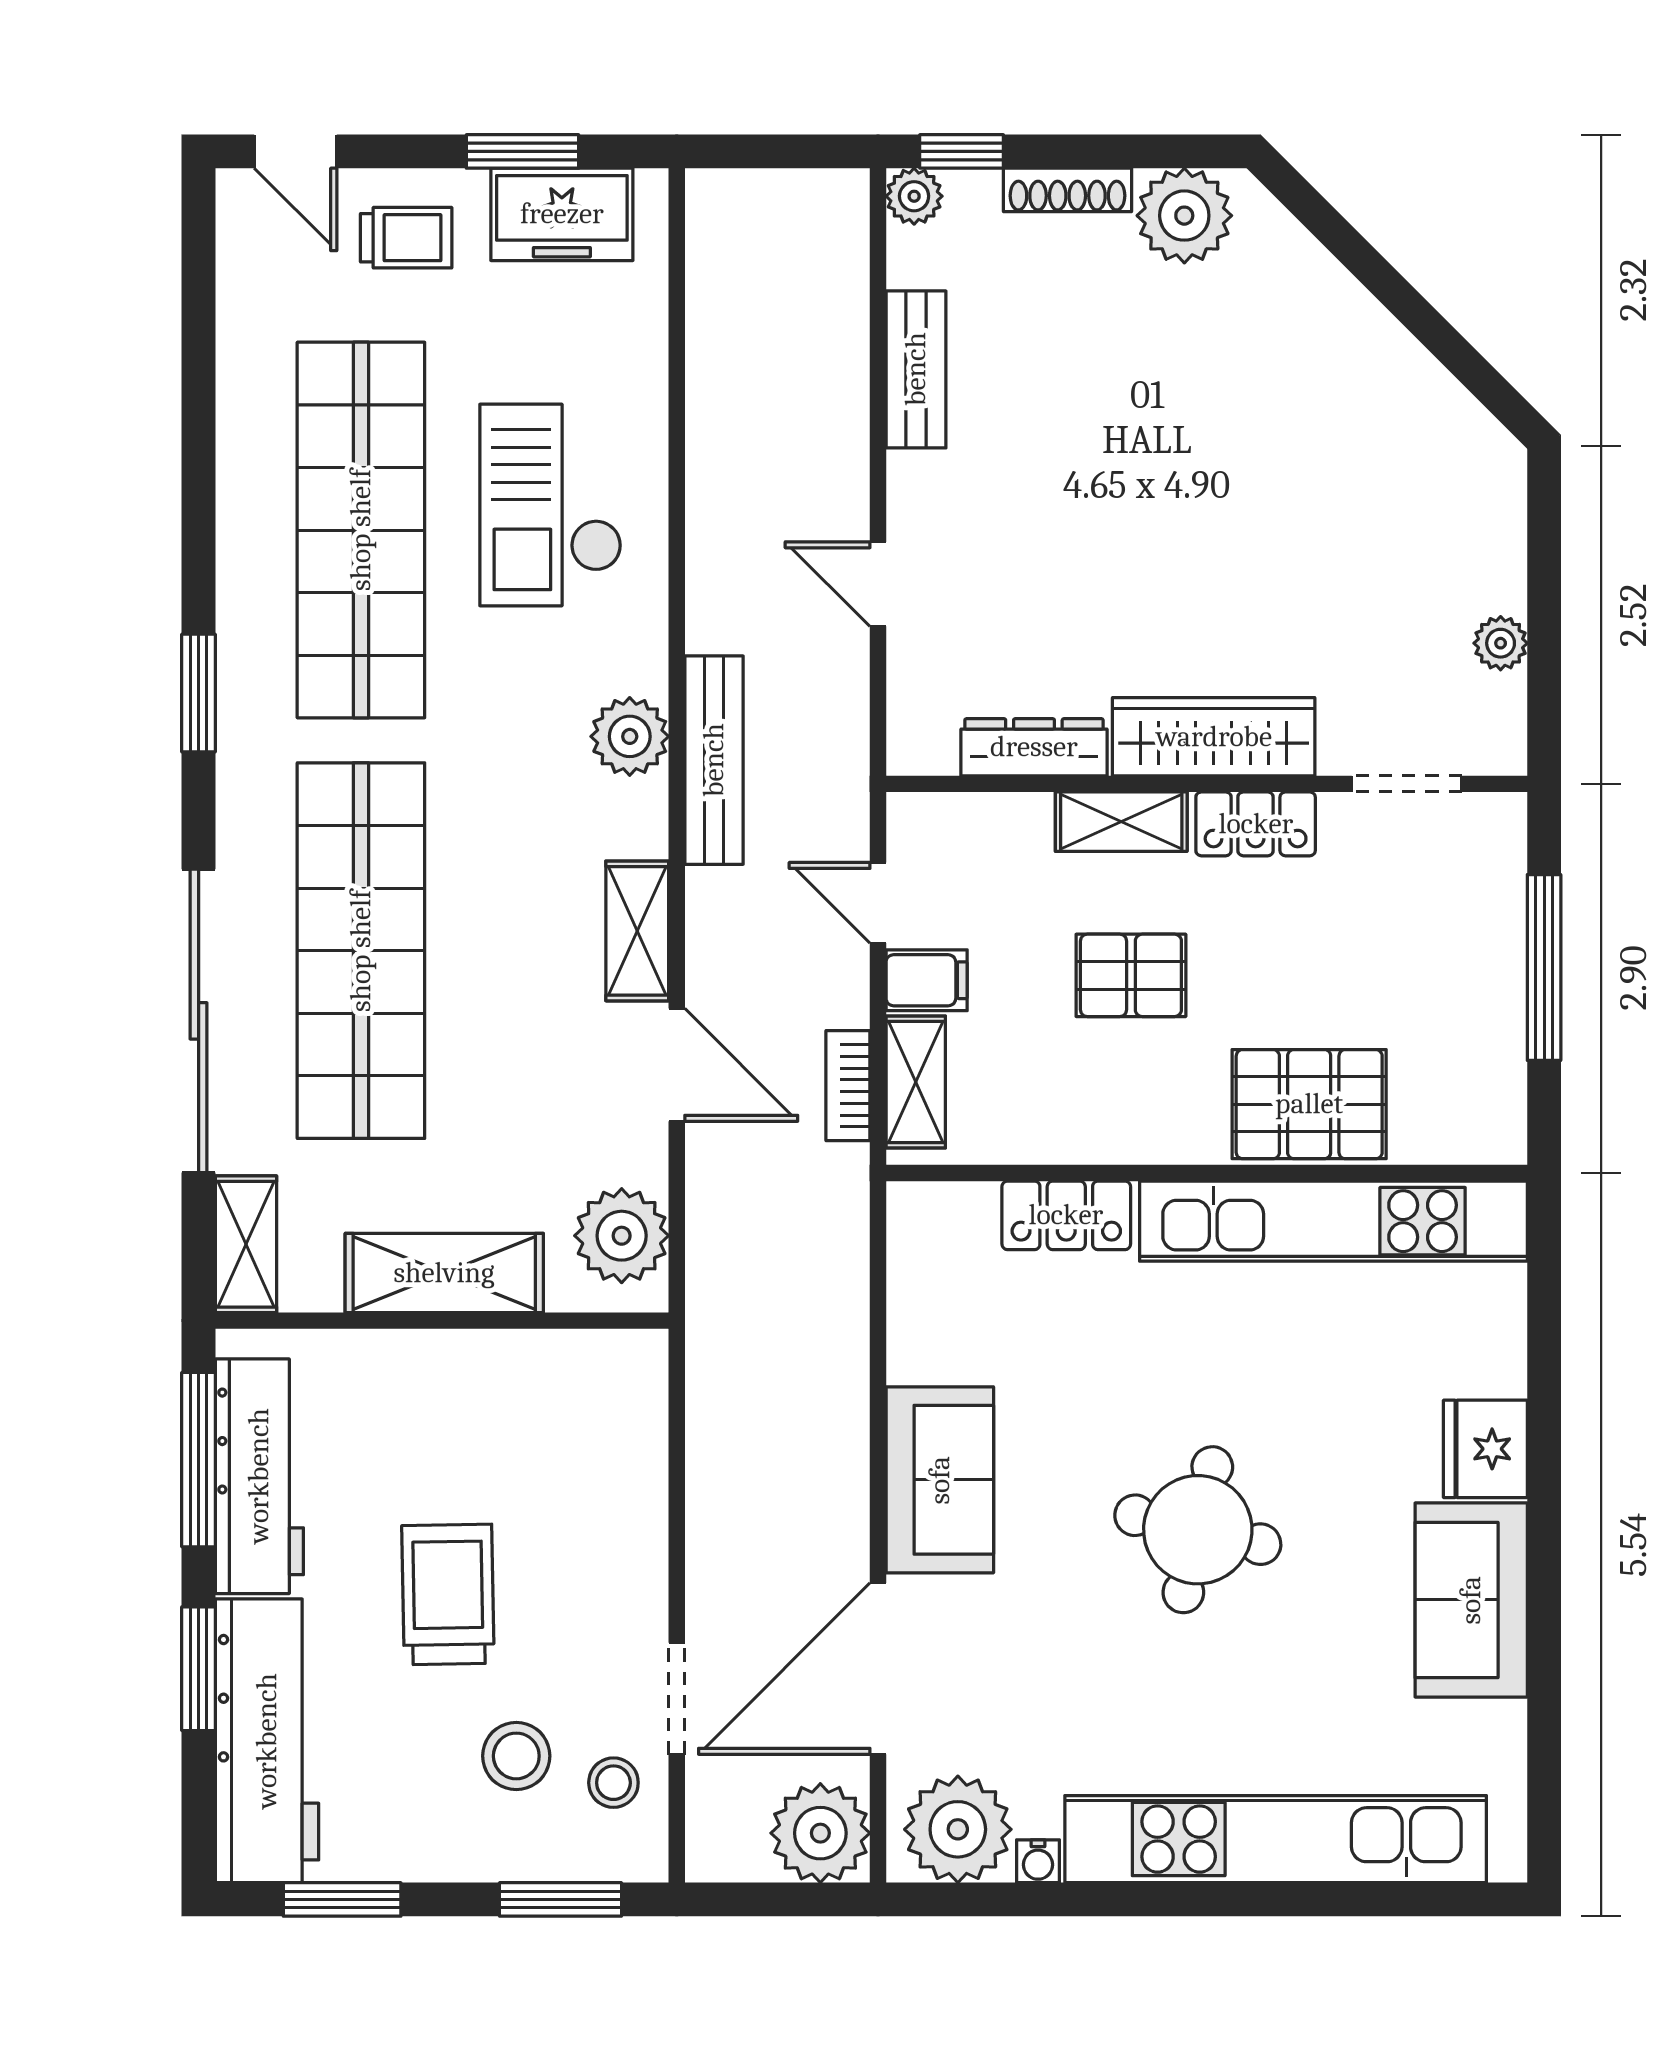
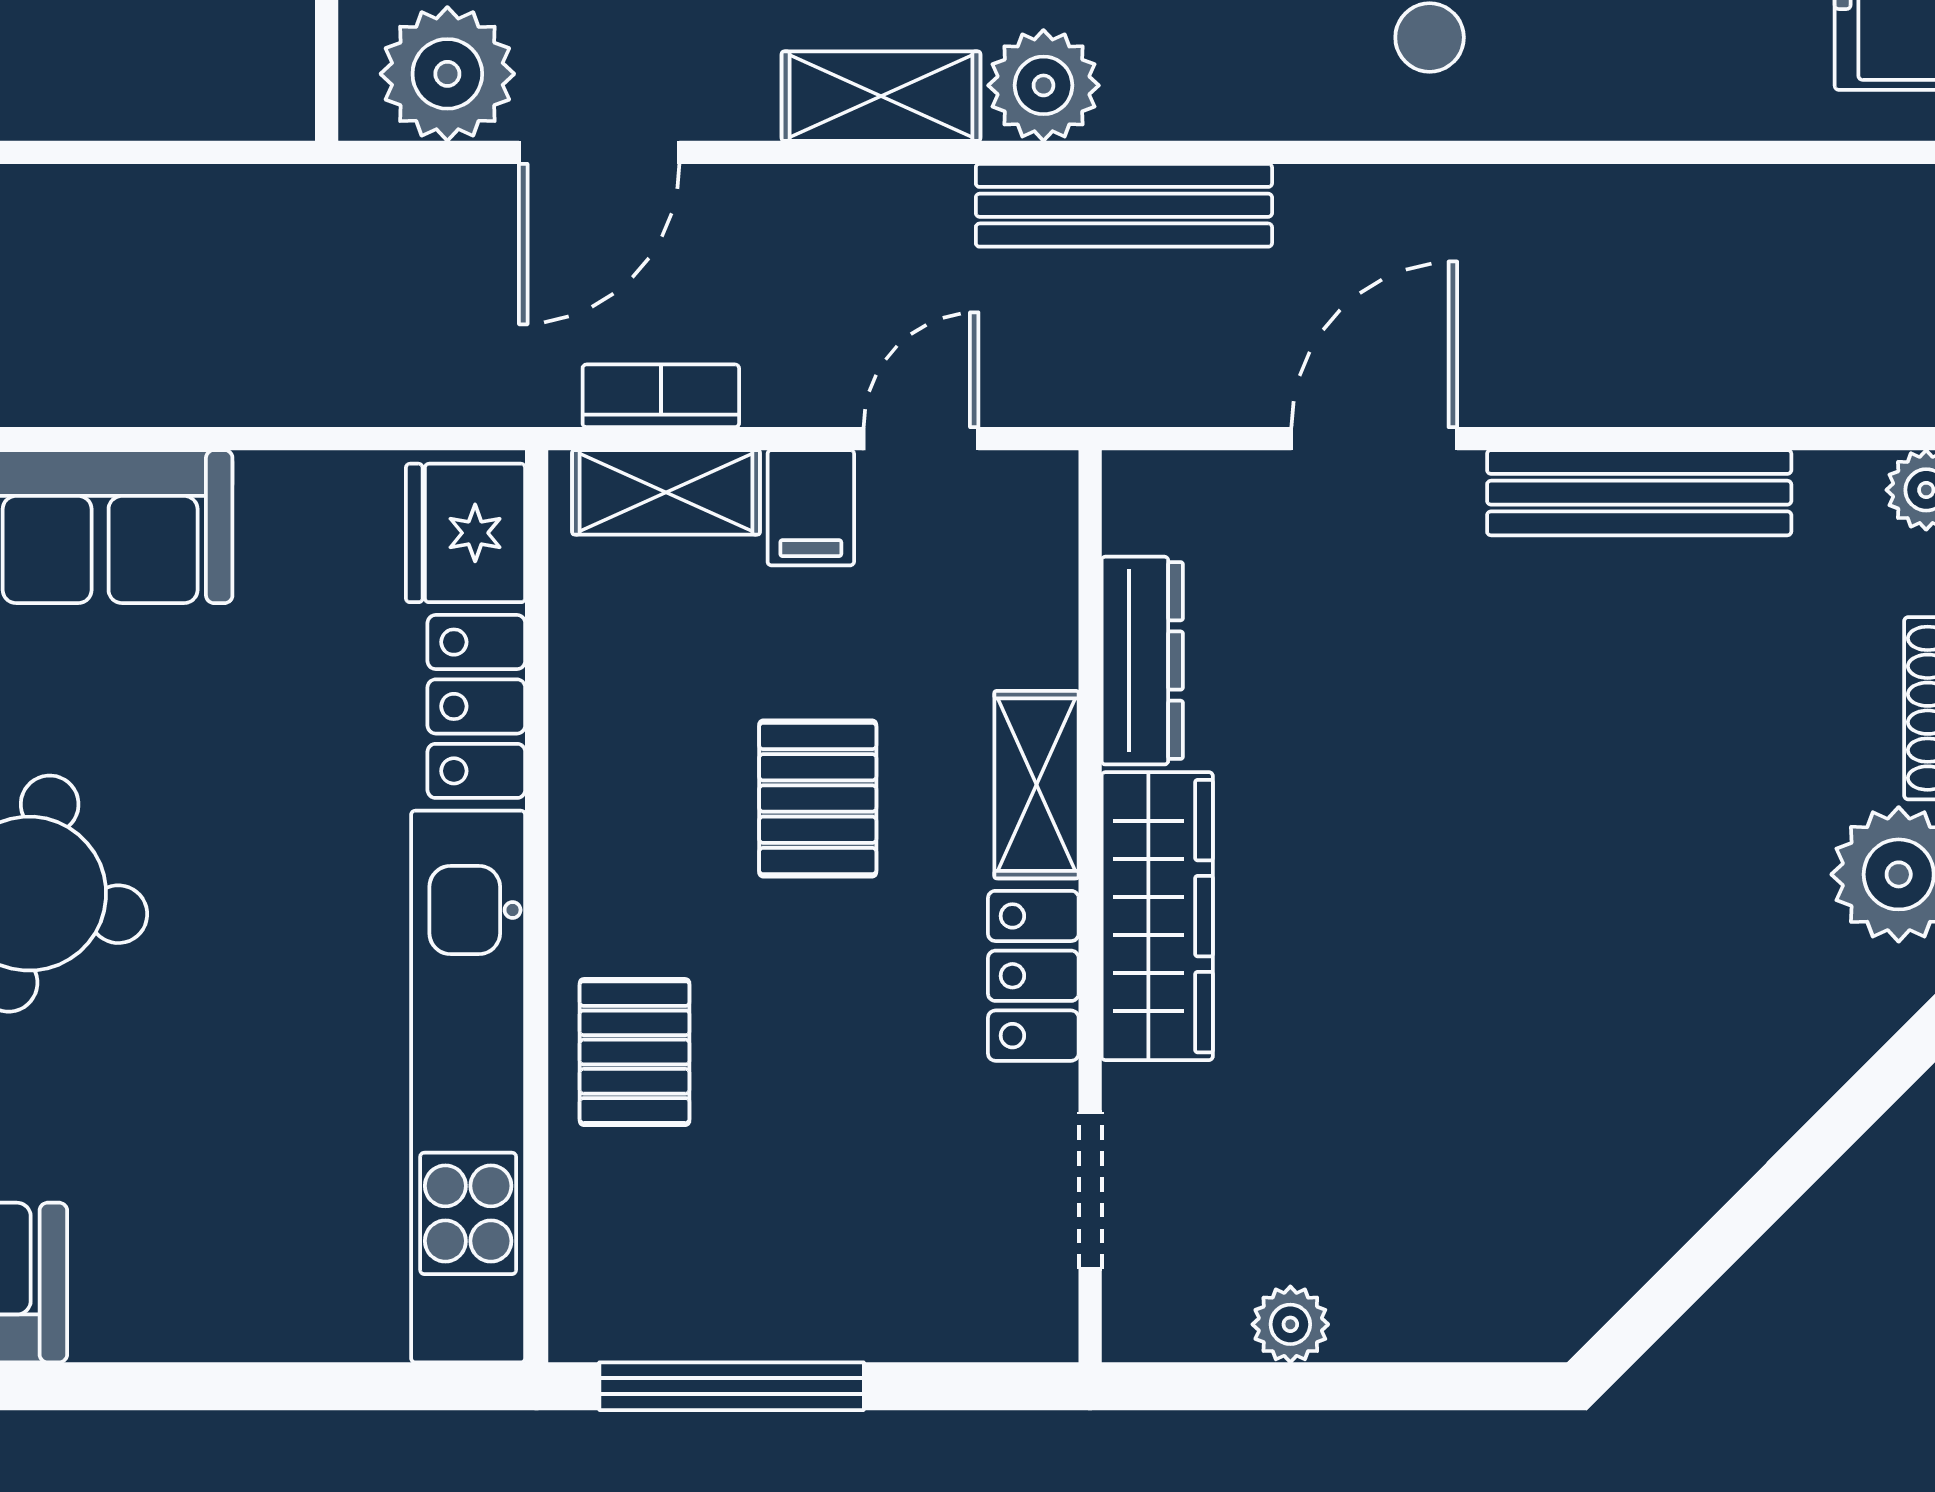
bench: (916, 369) -> (1639, 493), width x1.36
door: (878, 584) -> (1374, 439), width x1.38
plant: (630, 736) -> (1043, 85), moved
window: (1544, 968) -> (732, 1386), moved
door: (677, 1065) -> (599, 152), moved
pallet: (1309, 1104) -> (635, 1052), width x0.67, depth x0.71
fridge: (1485, 1449) -> (466, 533), moved, turned -90

